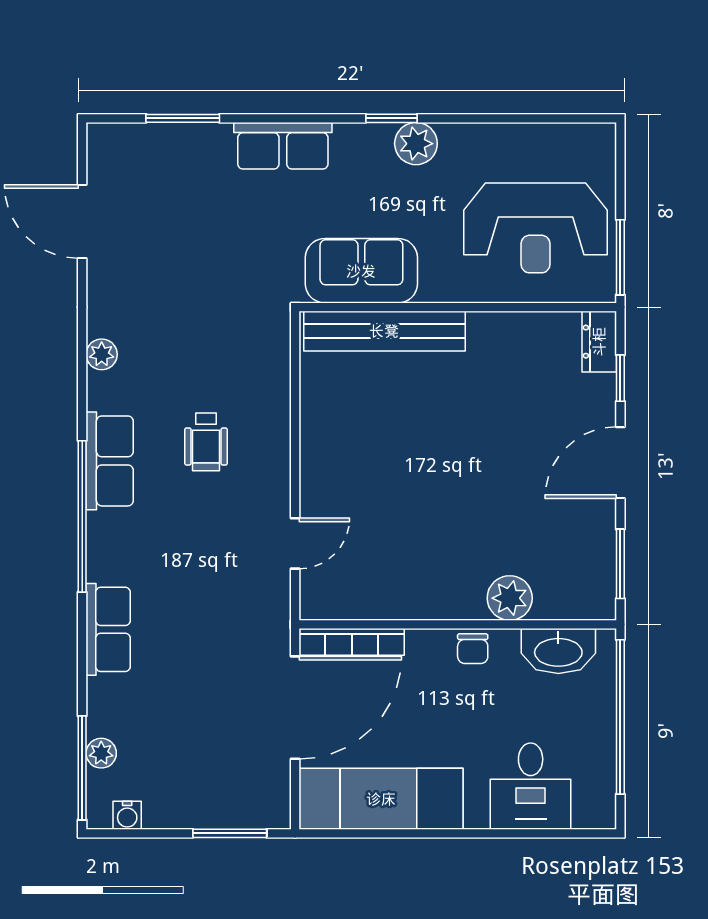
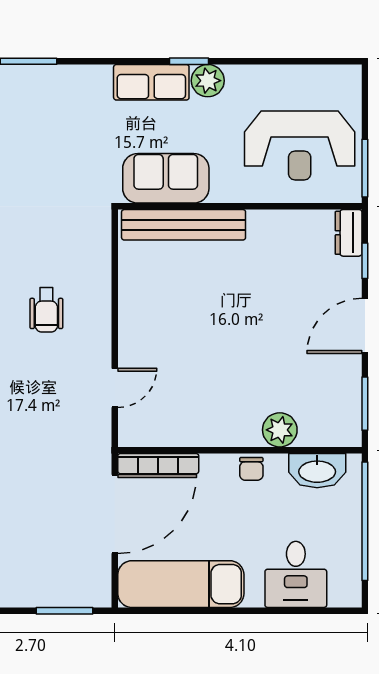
row of seats: (283, 146) -> (151, 82), moved

